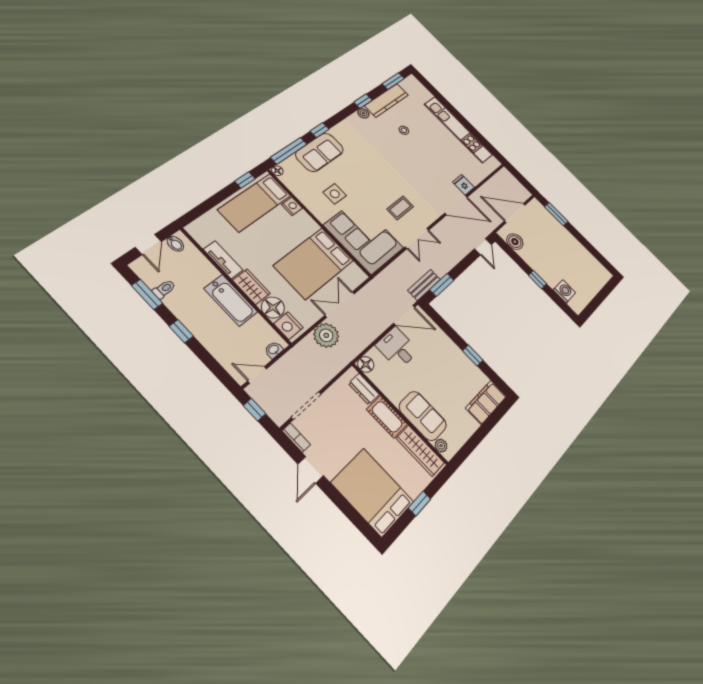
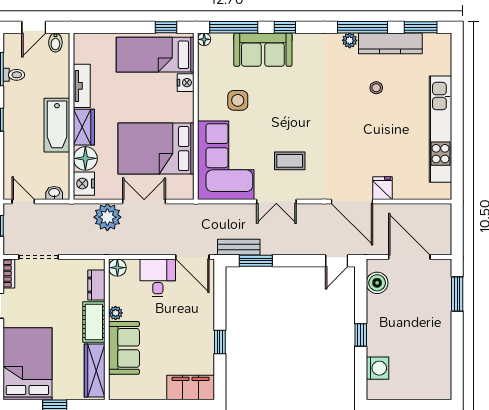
window: (363, 101) -> (363, 27), width x2.17
plant: (441, 446) -> (116, 313), moved

